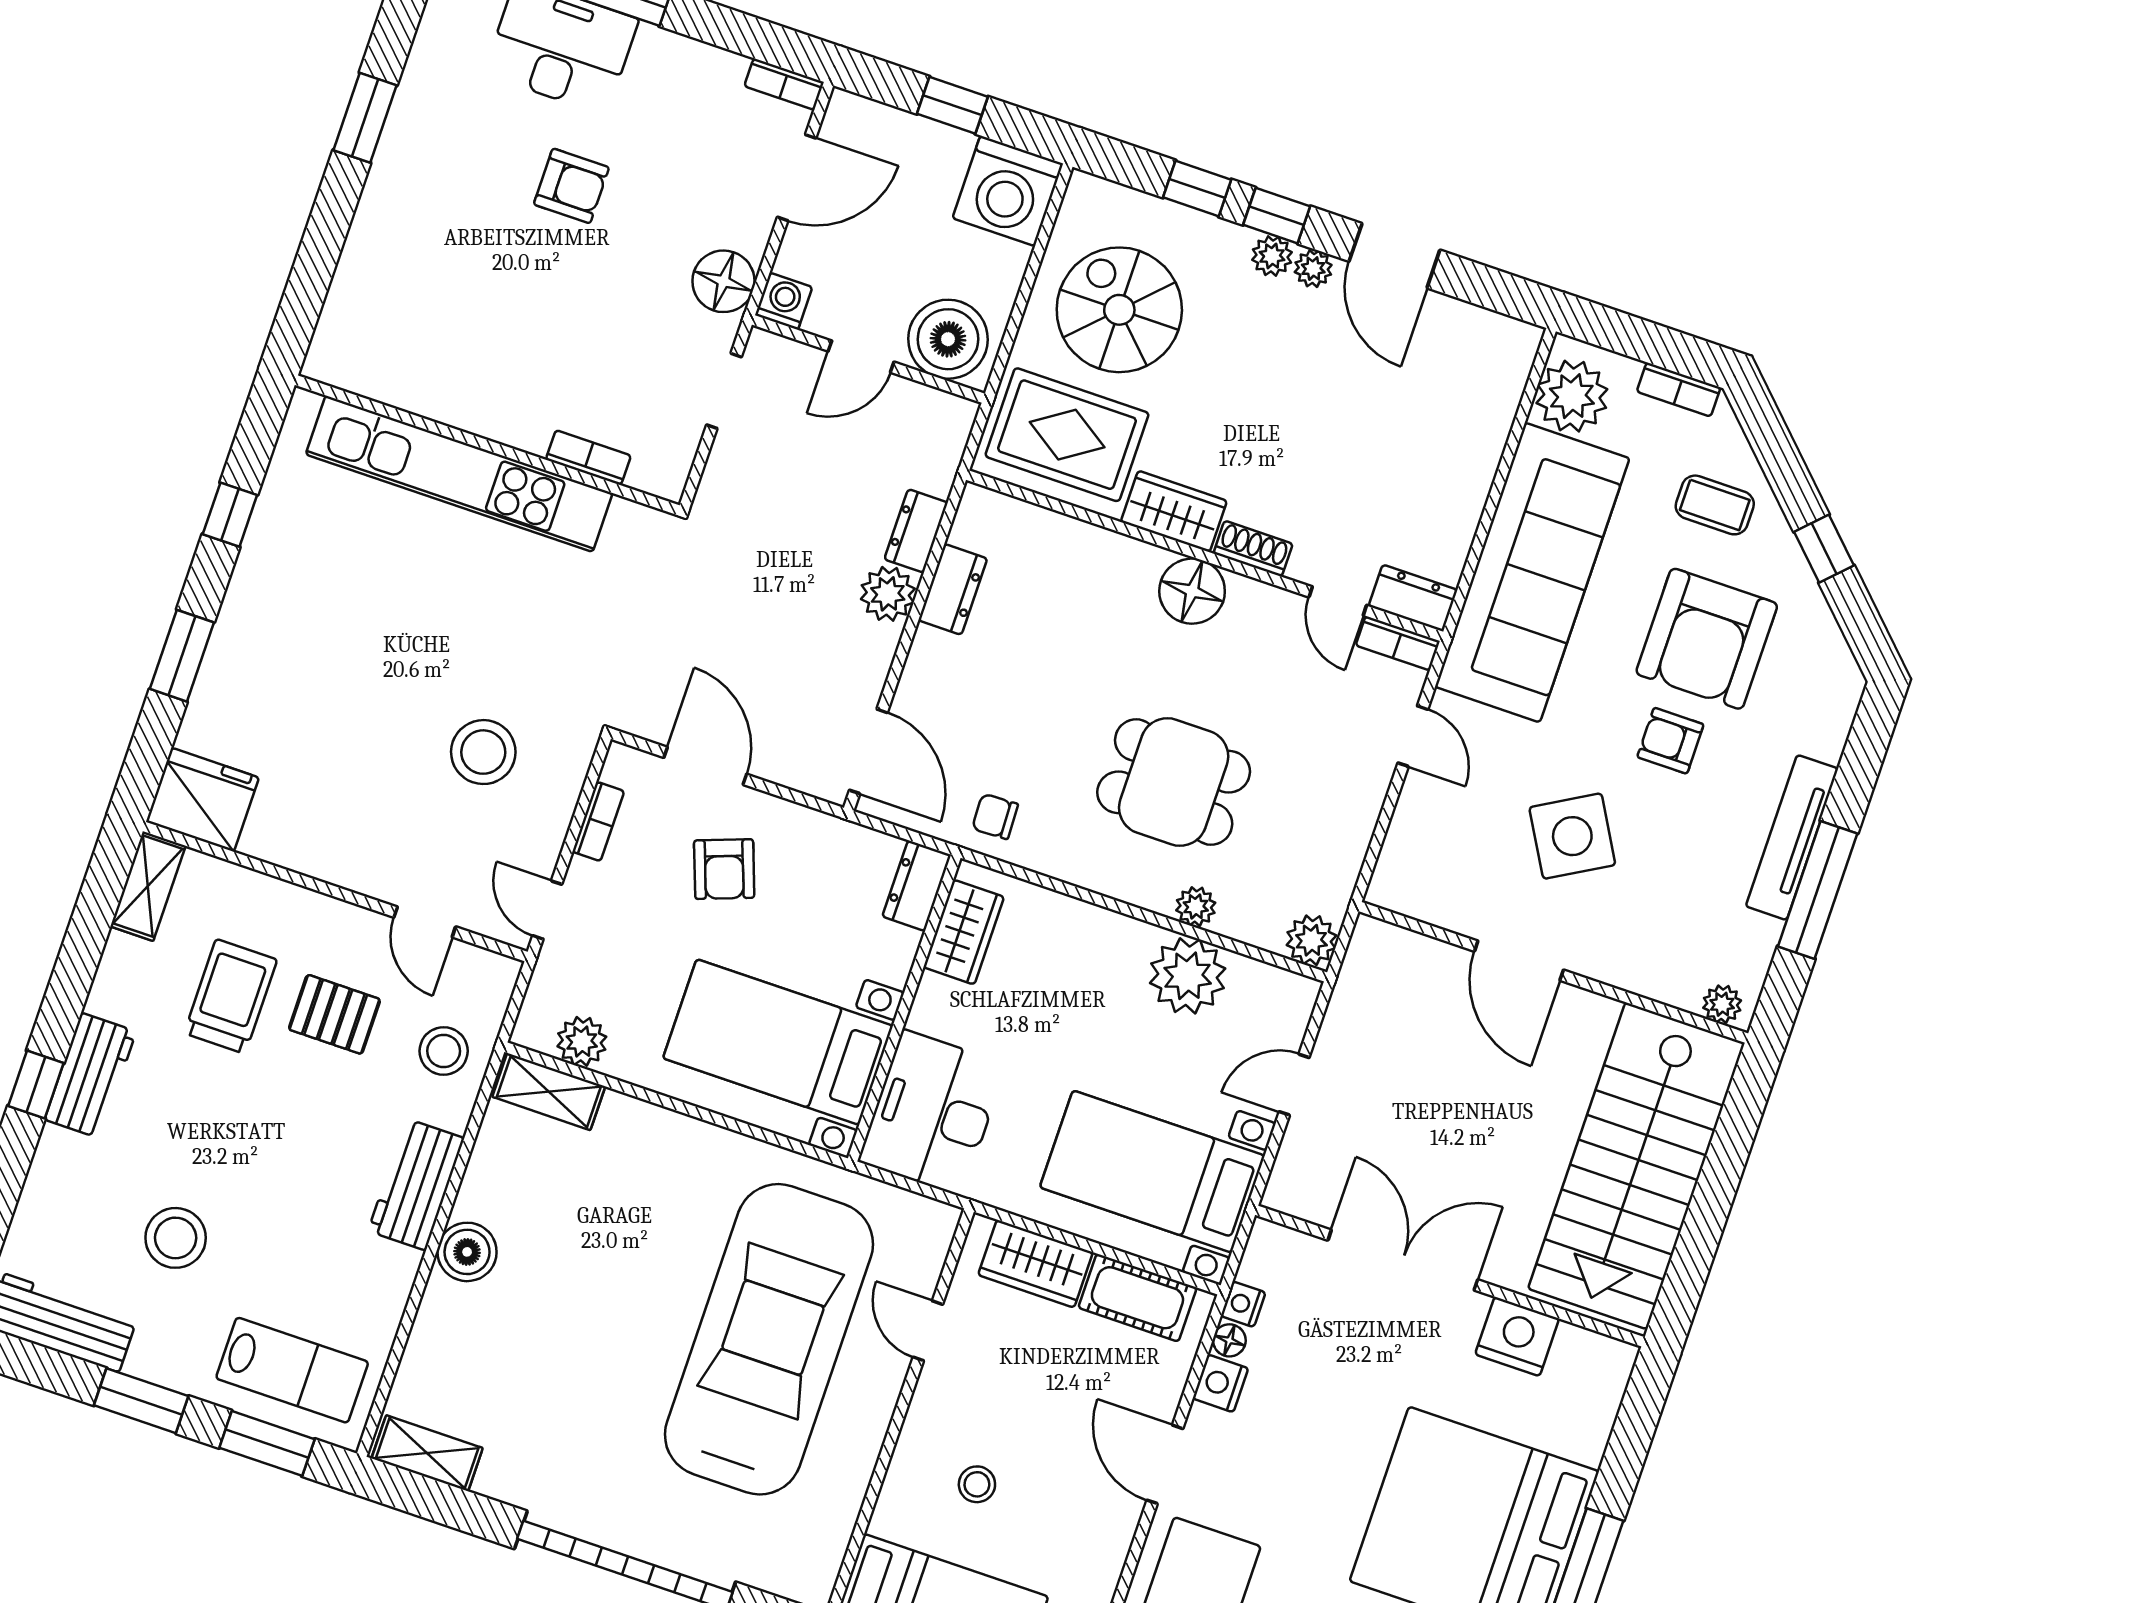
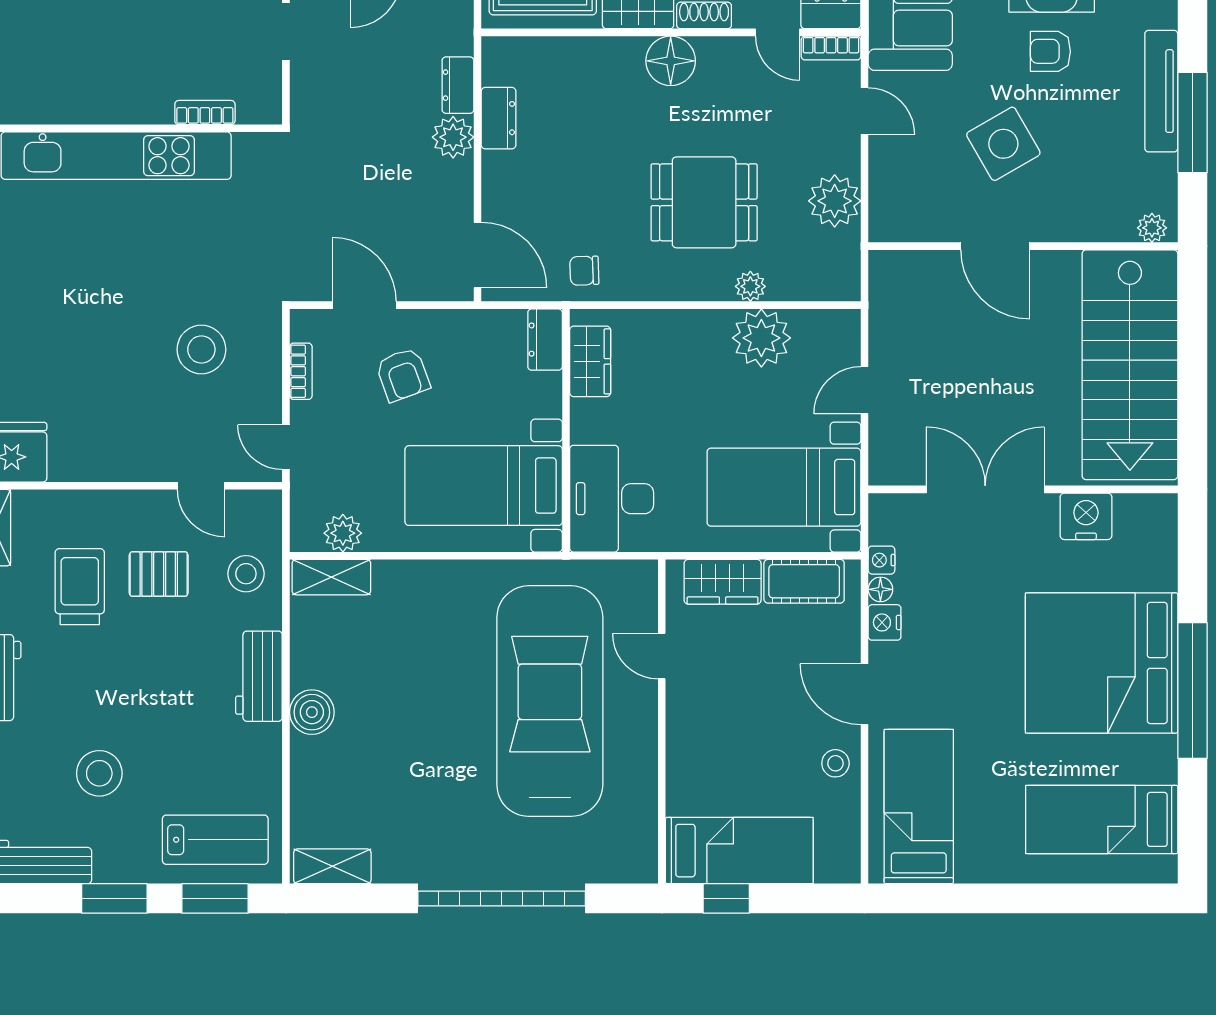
plant: (1311, 940) -> (835, 201), moved, width x1.36, depth x1.36
stool: (977, 1484) -> (835, 763), moved

